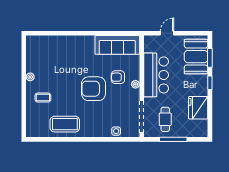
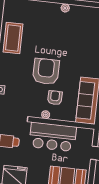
coffee table: (43, 98) -> (43, 19), removed

